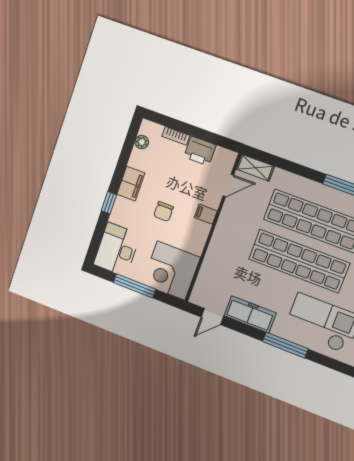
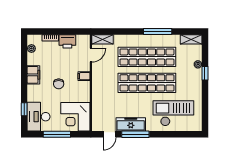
window: (109, 203) -> (24, 109), moved
window: (285, 345) -> (135, 134), moved

